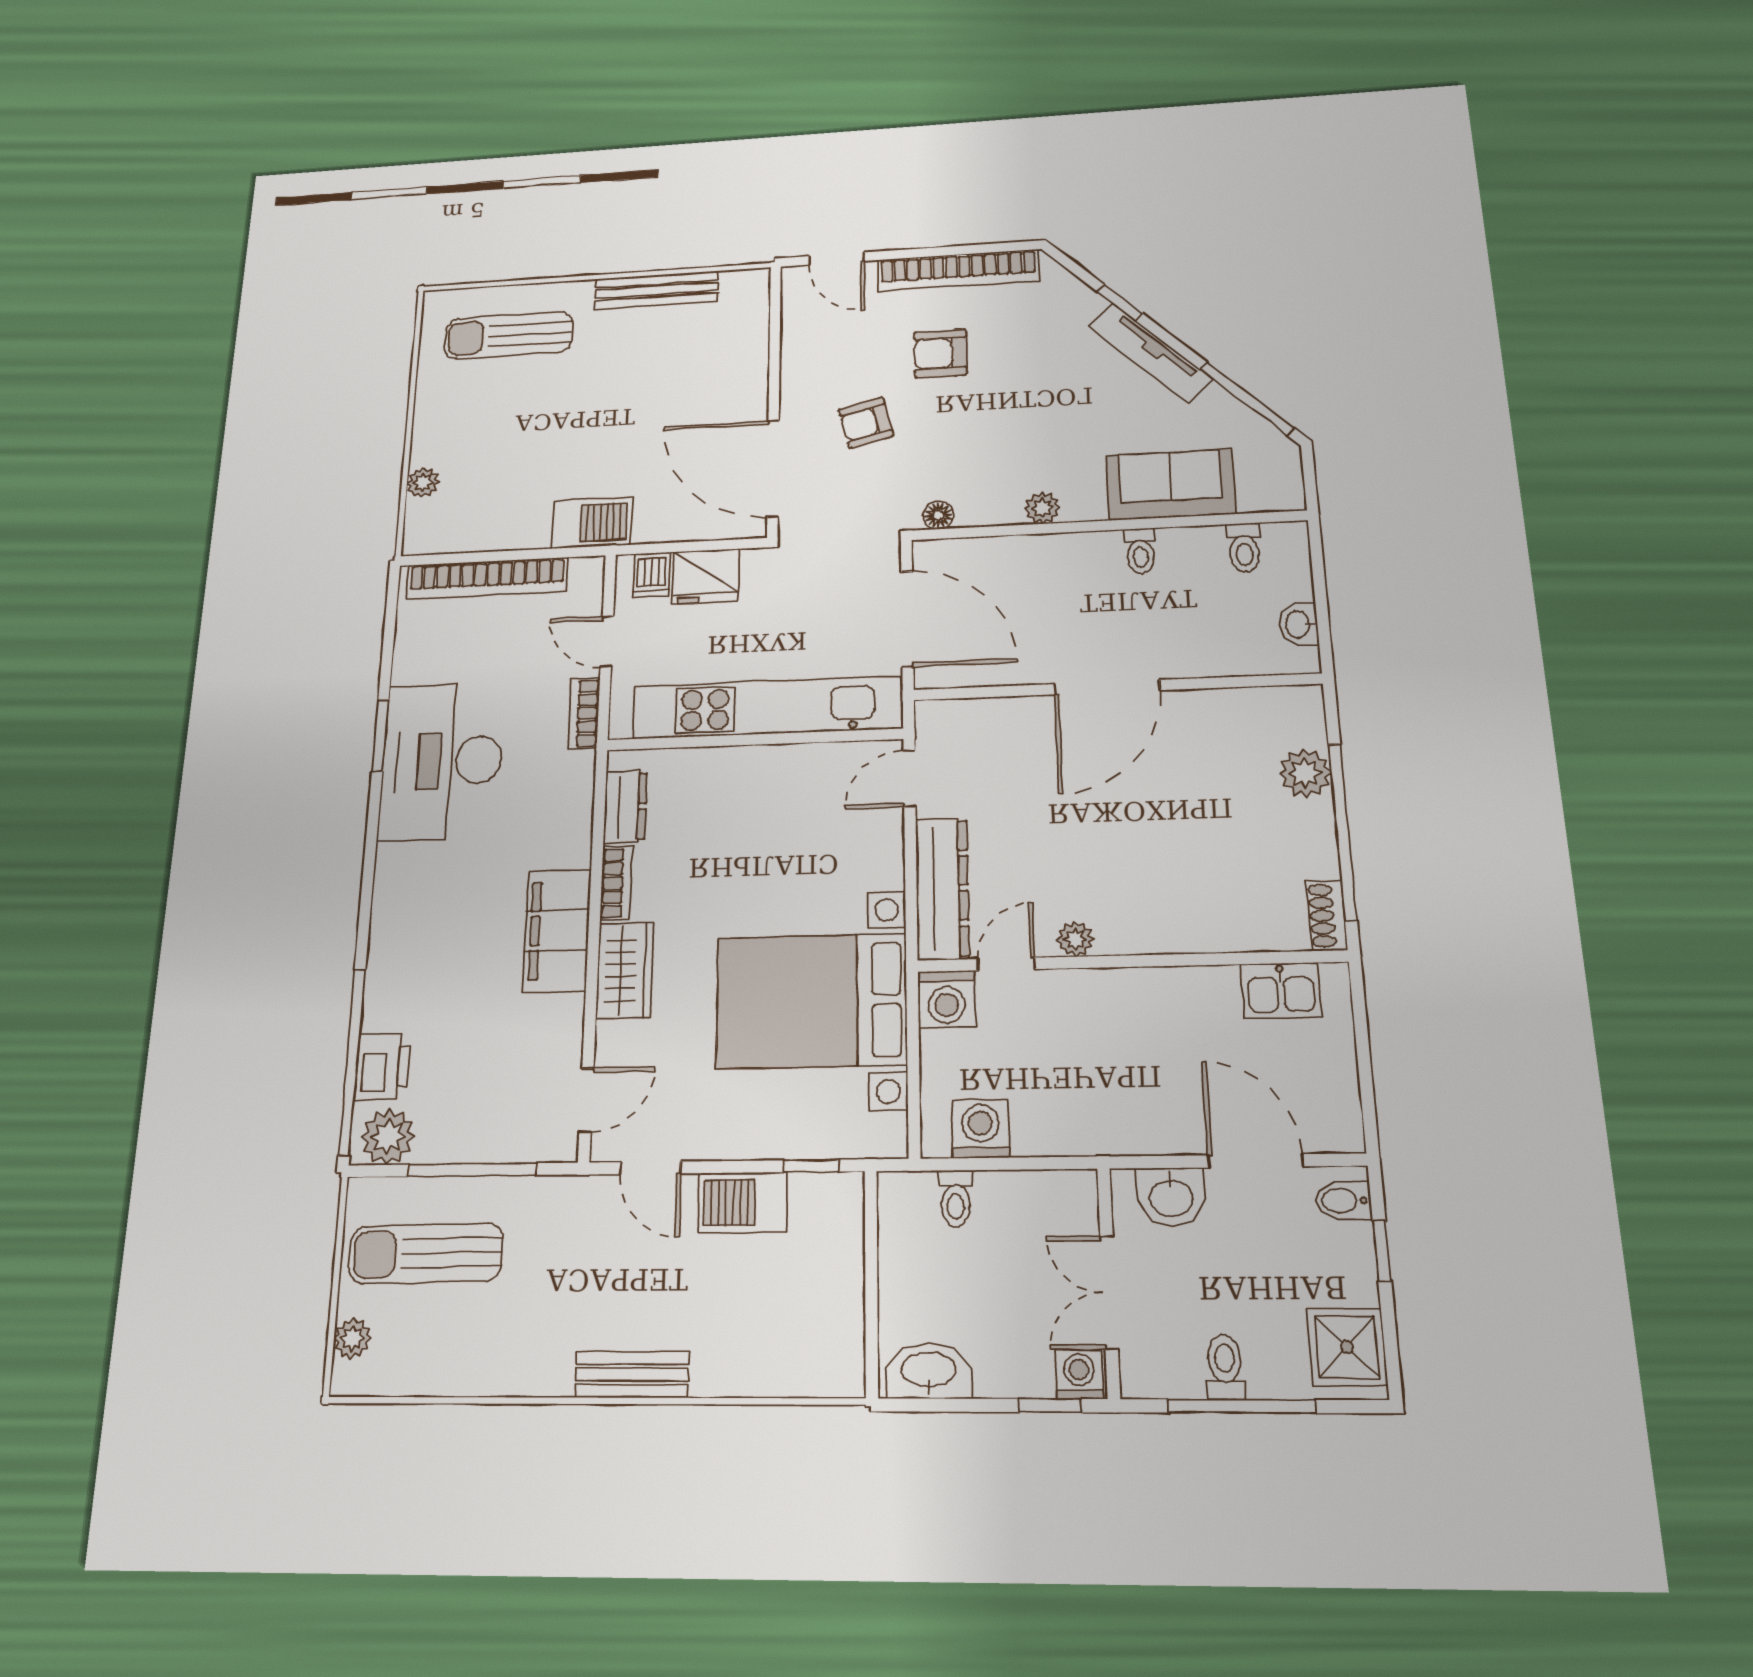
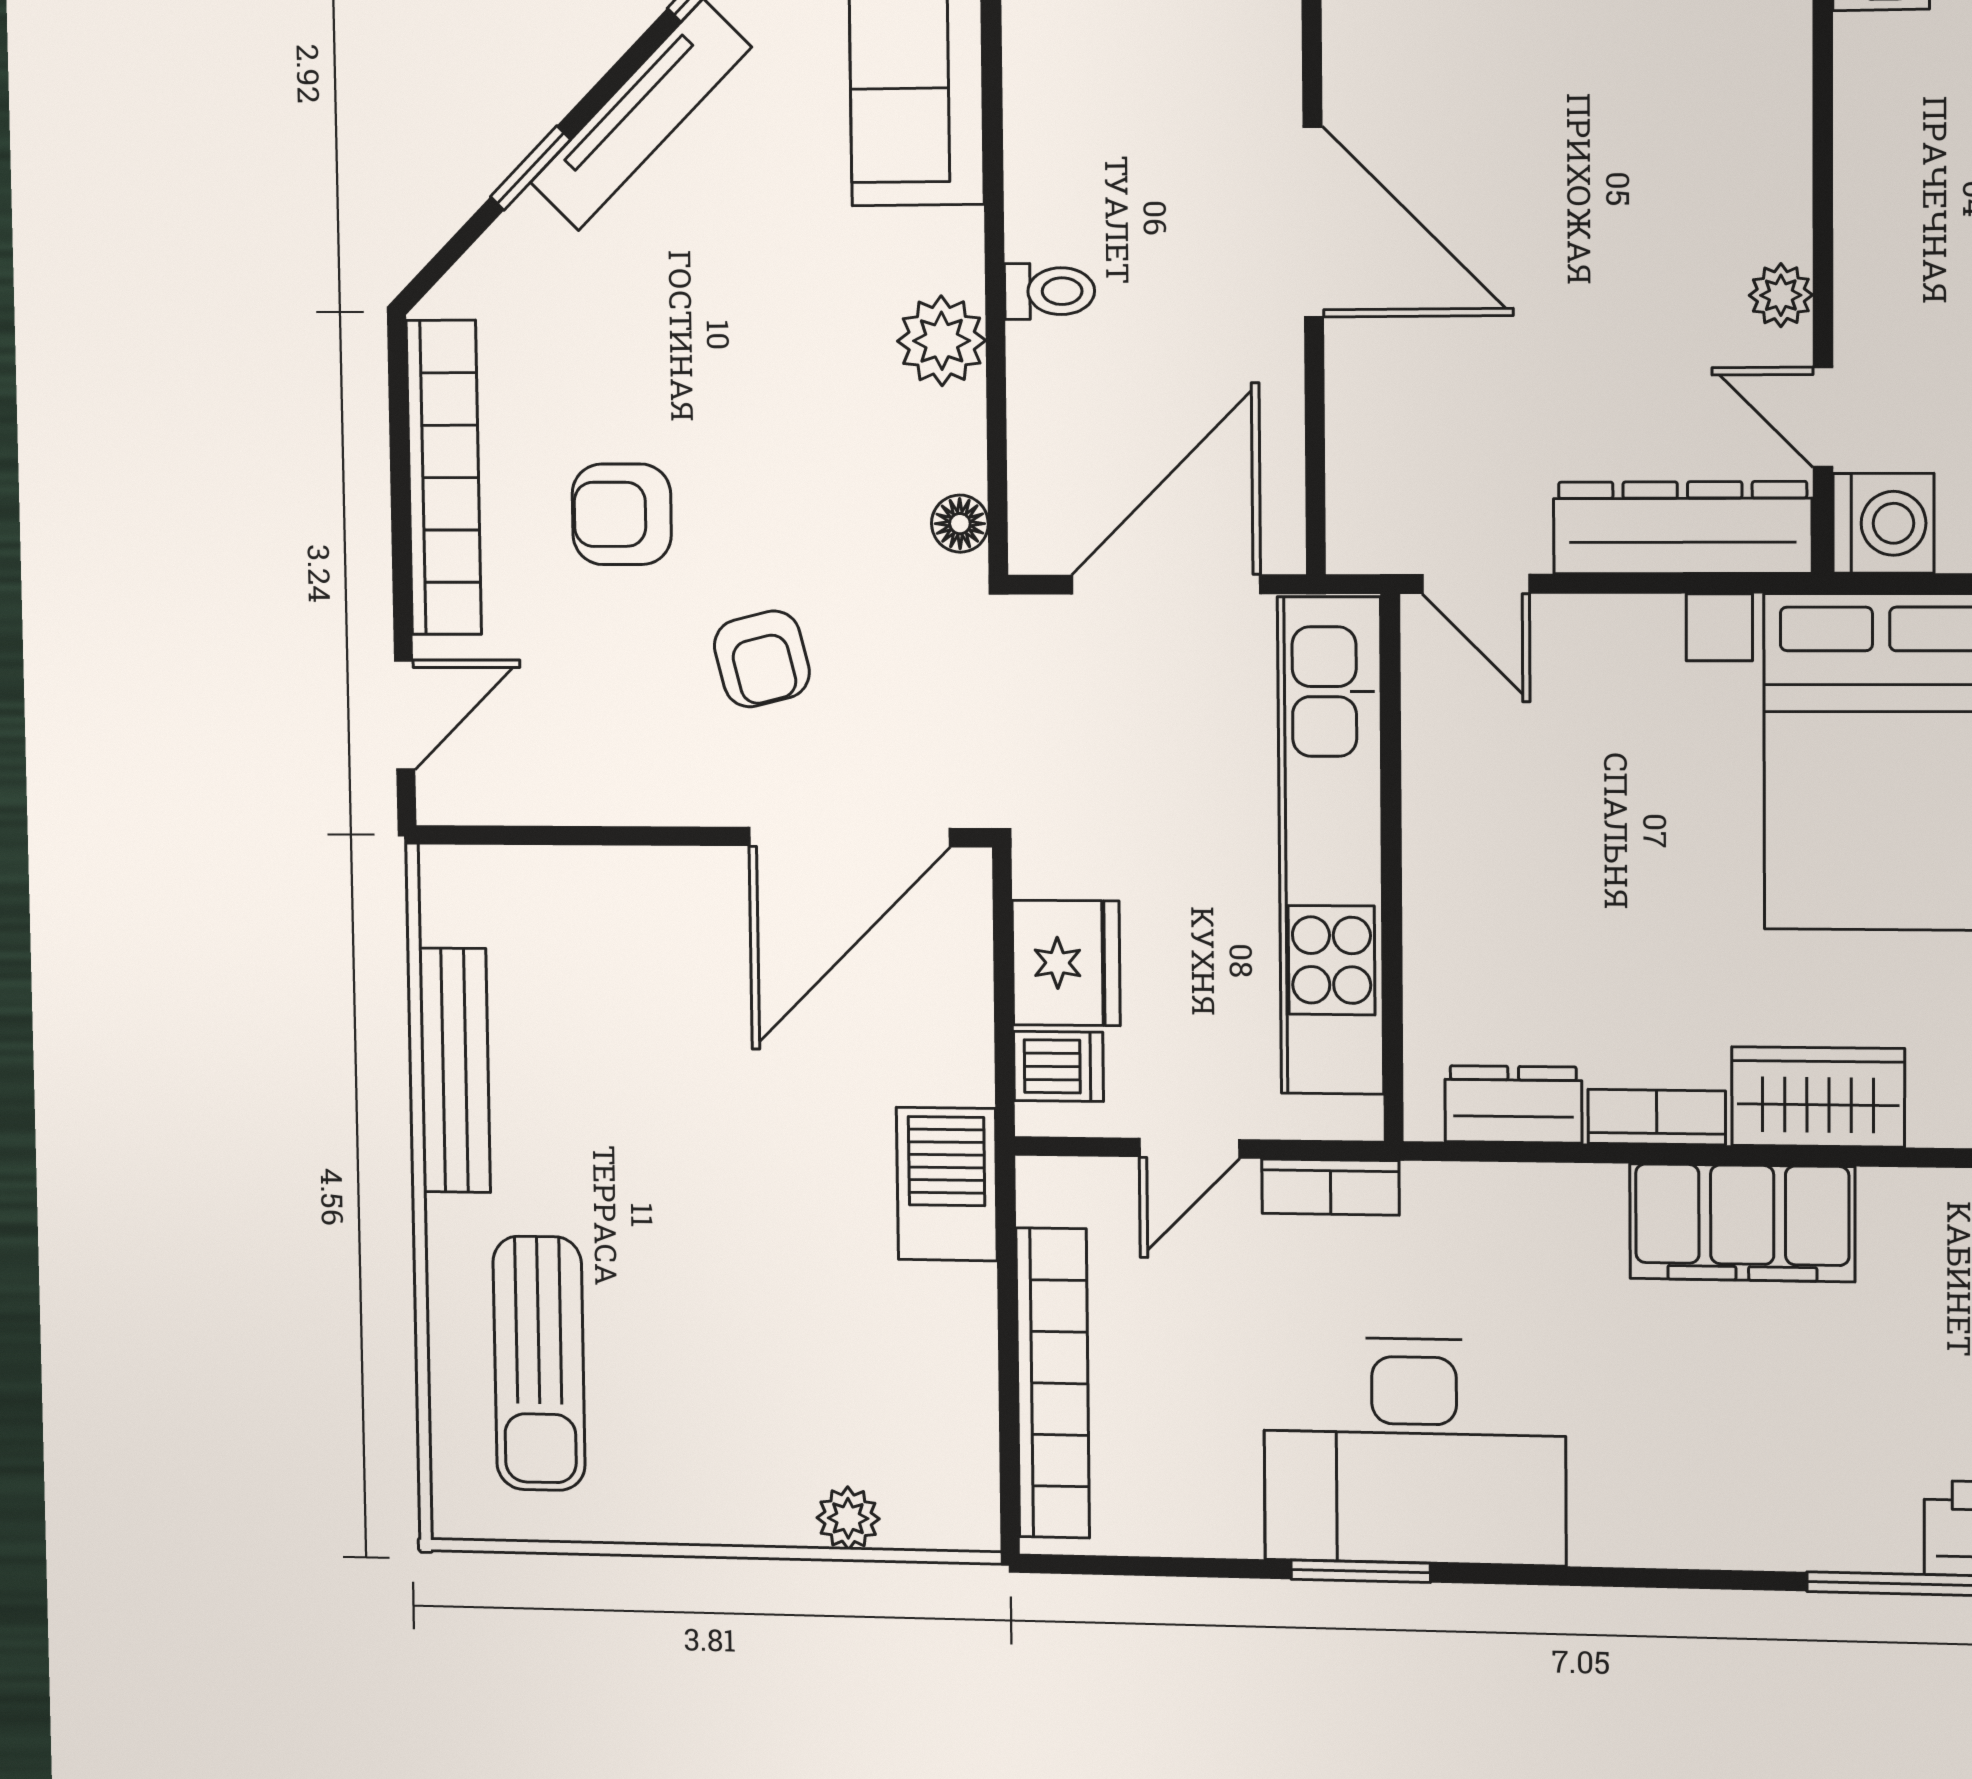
armchair: (940, 353) -> (622, 514), turned 90
plant: (1042, 508) -> (942, 341), width x1.38, depth x1.38
toilet: (1140, 551) -> (1050, 291), moved

